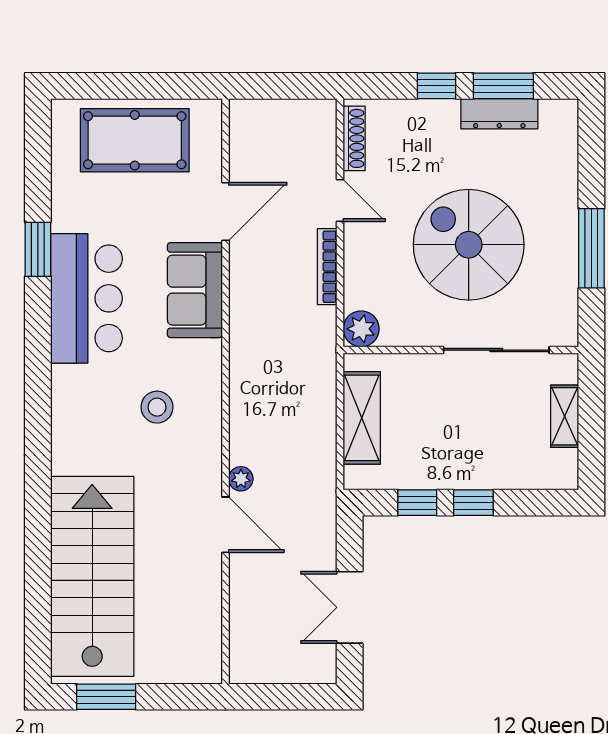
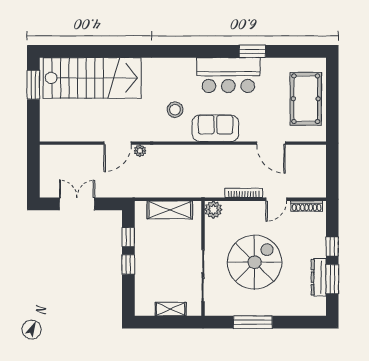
sofa: (195, 290) -> (215, 128), moved

